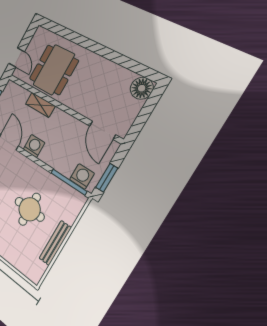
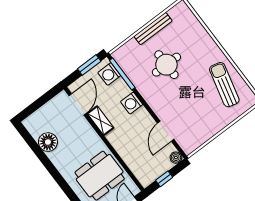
floor lamp: (142, 88) -> (48, 142), moved
shelving: (40, 105) -> (101, 121), moved
washing machine: (34, 146) -> (132, 103), moved

